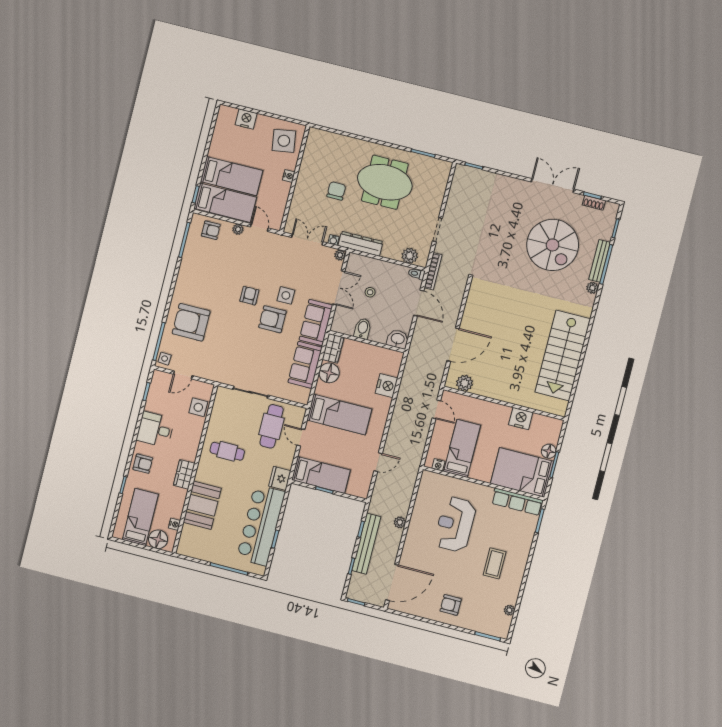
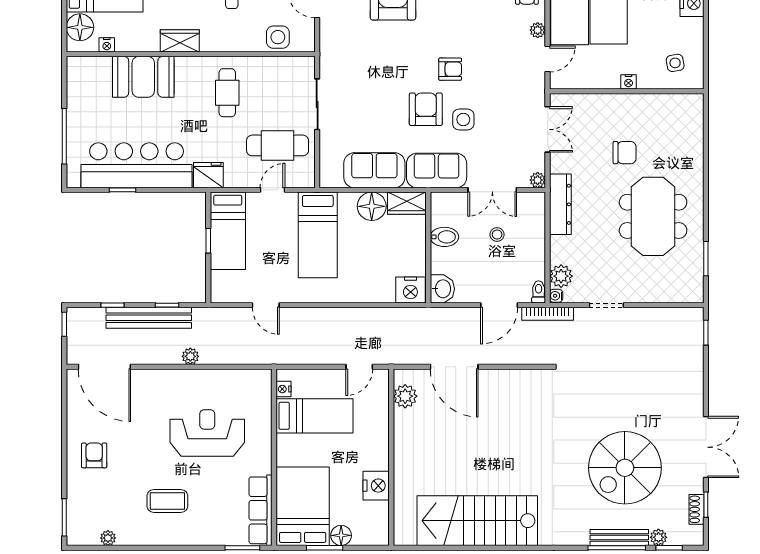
side table: (284, 141) -> (675, 63), width x0.54, depth x0.54
water cooler: (333, 240) -> (556, 296), moved
plant: (592, 288) -> (658, 537), moved
nightstand: (387, 386) -> (410, 290), moved

